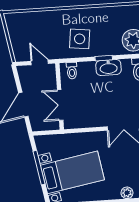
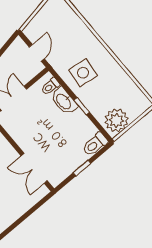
washbasin: (109, 67) -> (64, 101), moved

